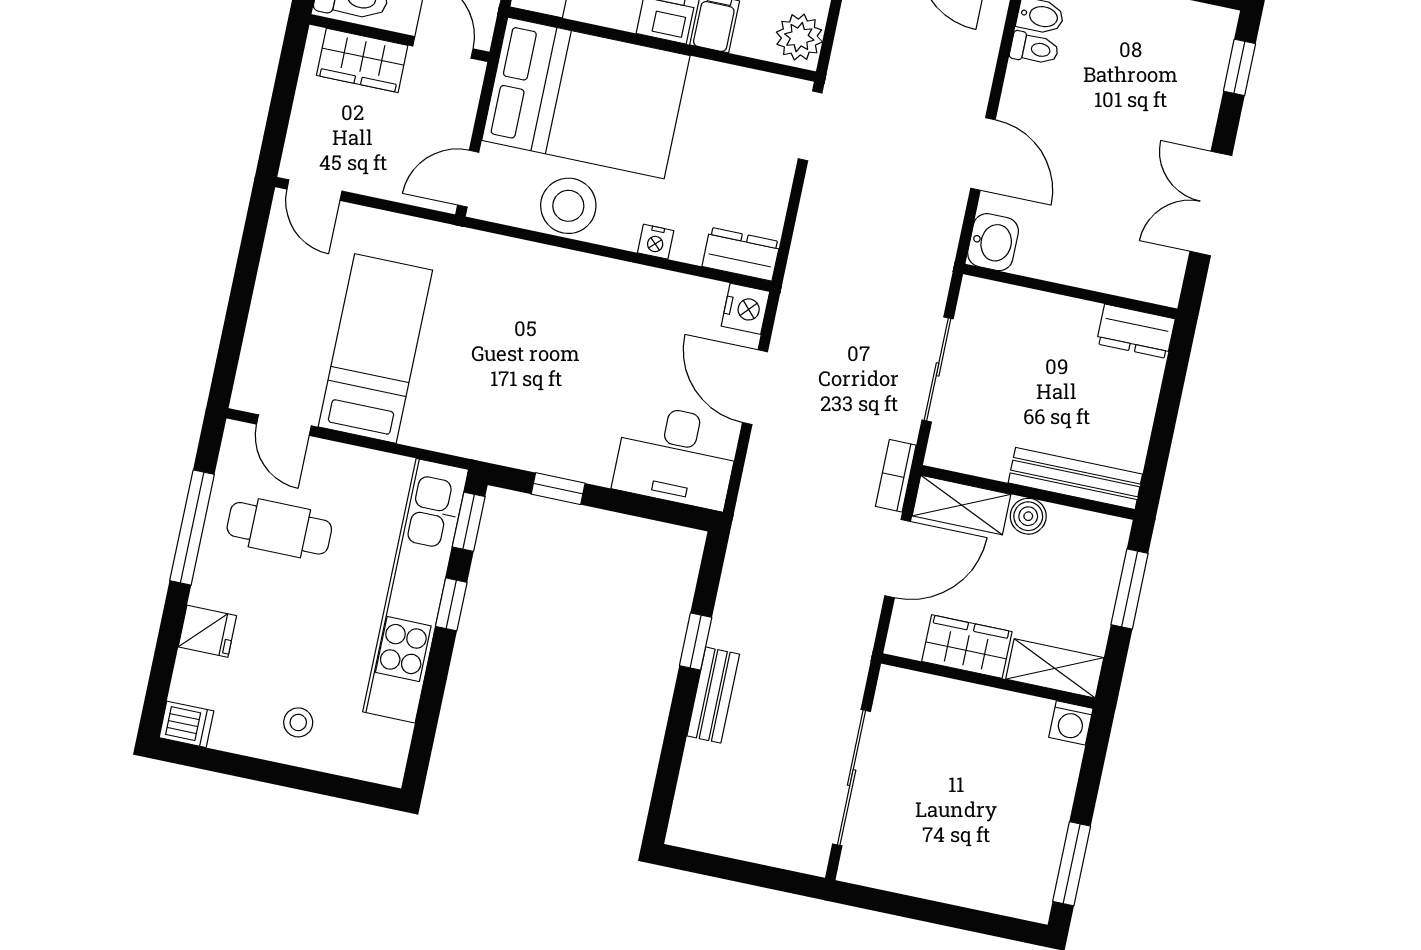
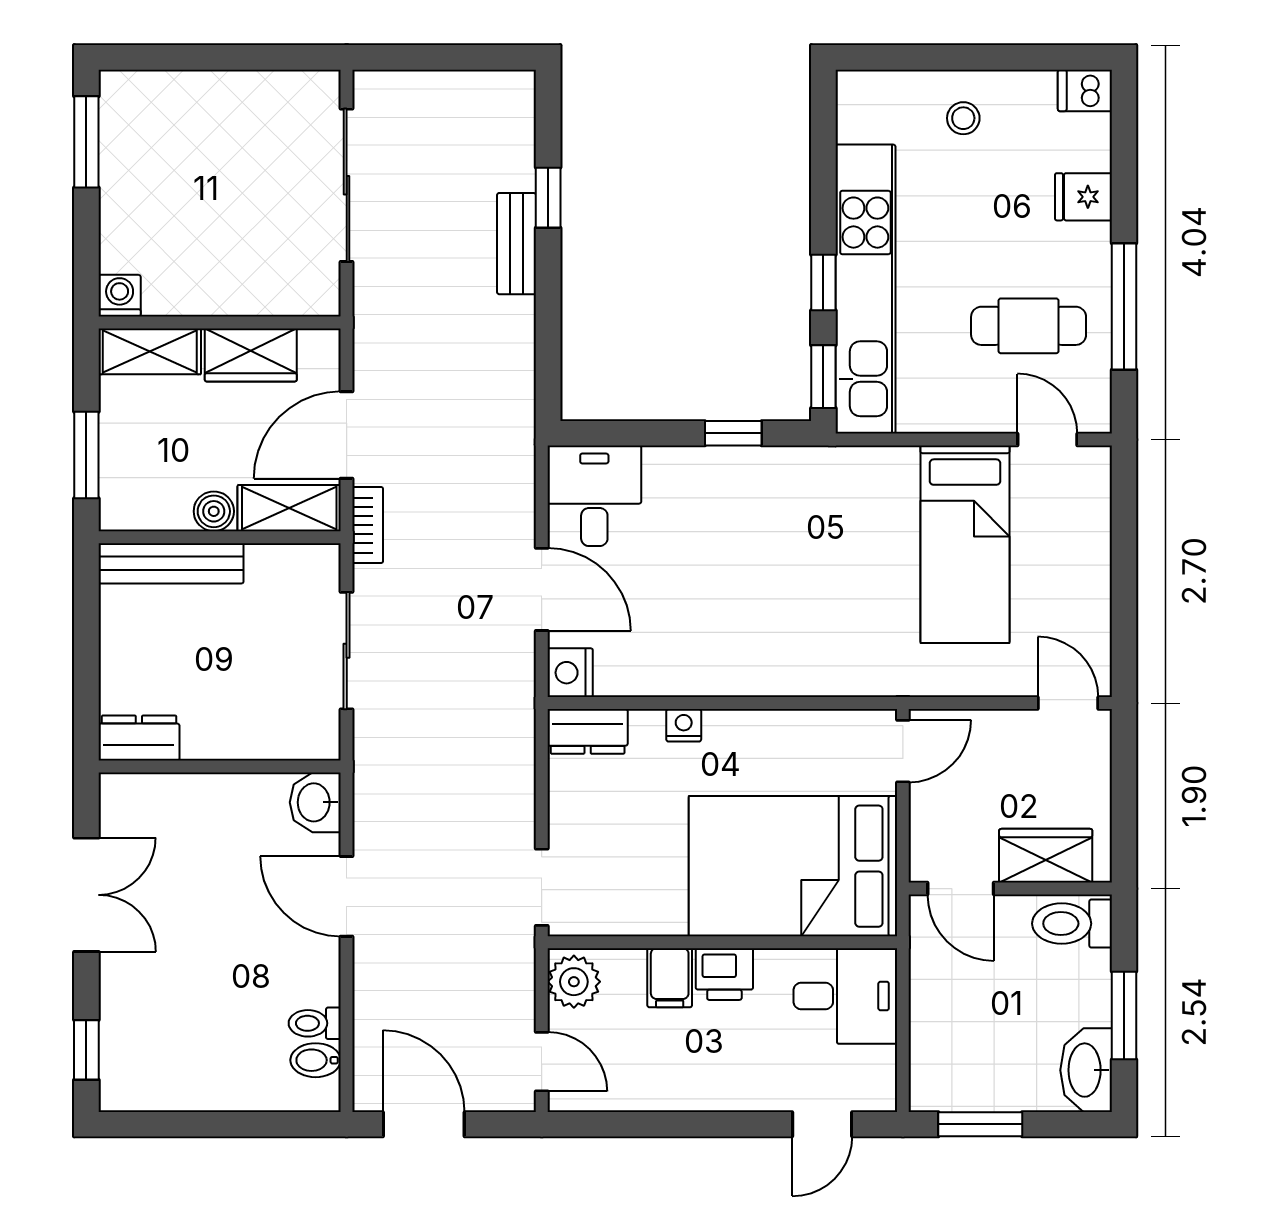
stool: (568, 206) -> (787, 744), removed
desk: (676, 456) -> (594, 496), width x0.73
window: (696, 642) -> (548, 198), moved

